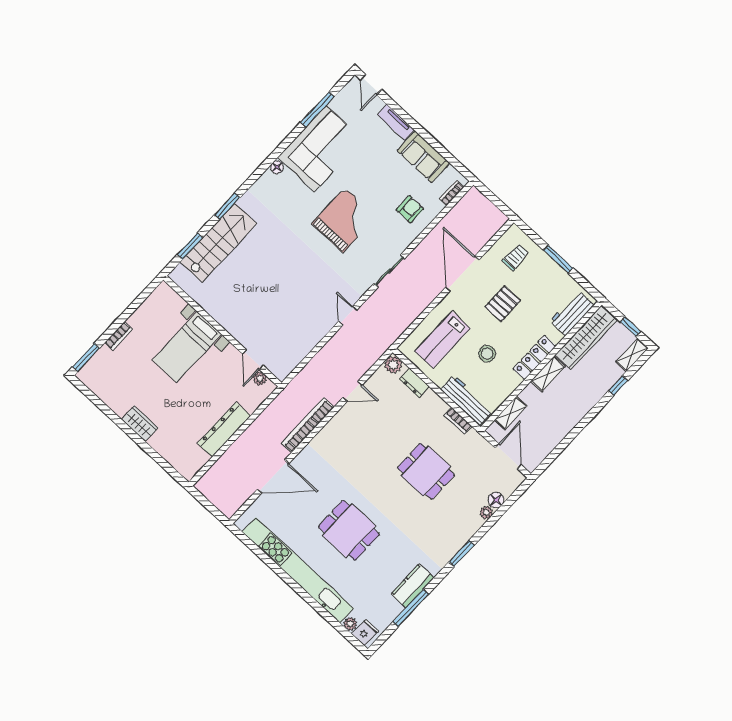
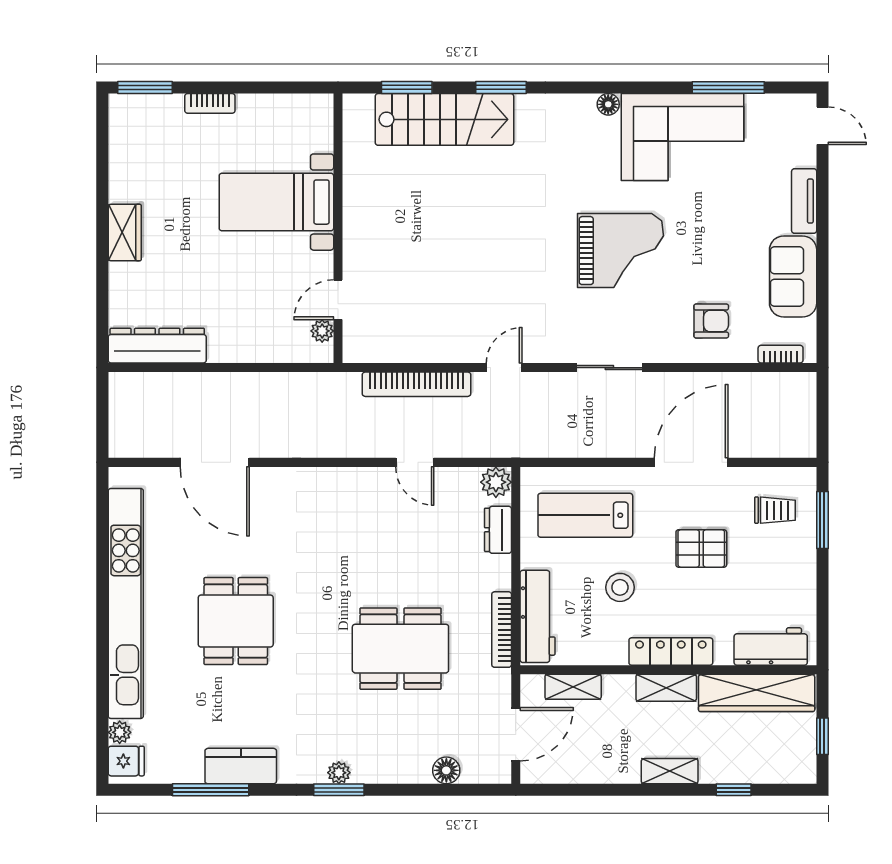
door: (371, 85) -> (822, 126), swing flipped
window: (558, 259) -> (822, 520), moved
shelving: (632, 355) -> (670, 771), moved
bookcase: (458, 421) -> (502, 630), width x1.56
bookcase: (308, 425) -> (417, 384), moved, turned 180
dresser: (224, 430) -> (157, 346), moved
dining table: (426, 471) -> (400, 649), width x1.38
plant: (486, 512) -> (339, 773), moved

